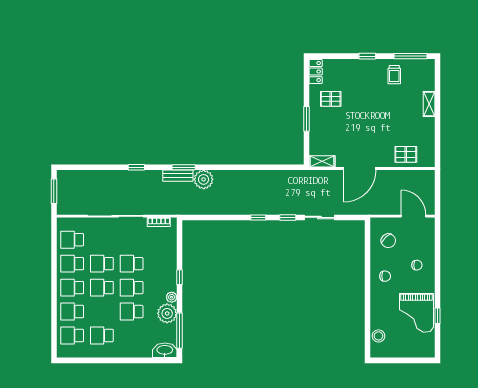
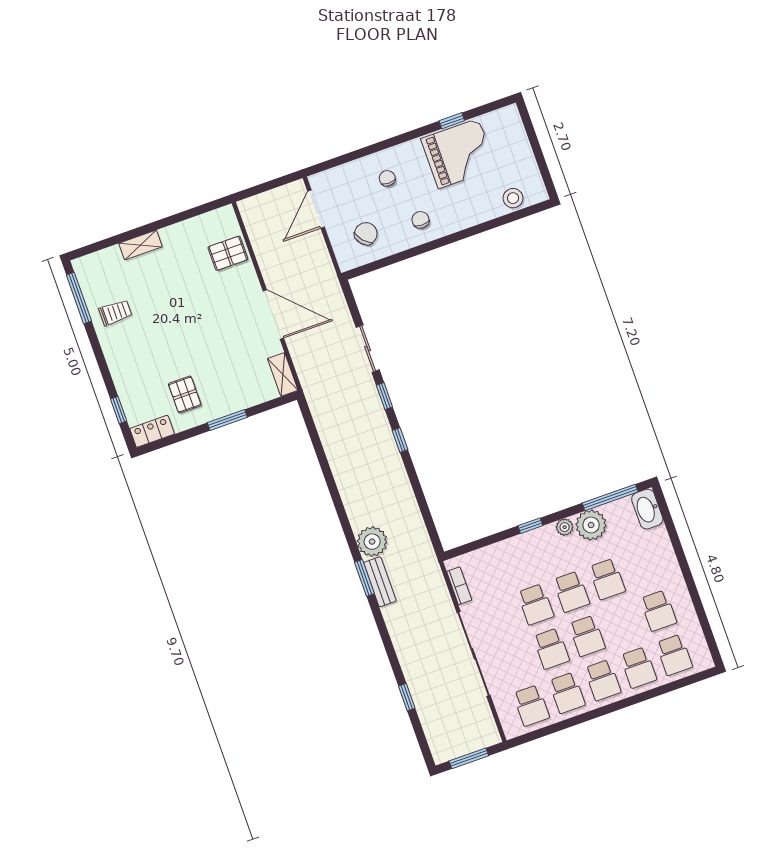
window: (367, 56) -> (119, 410), moved
pallet: (406, 154) -> (228, 253), turned 90
window: (136, 167) -> (407, 697), moved

